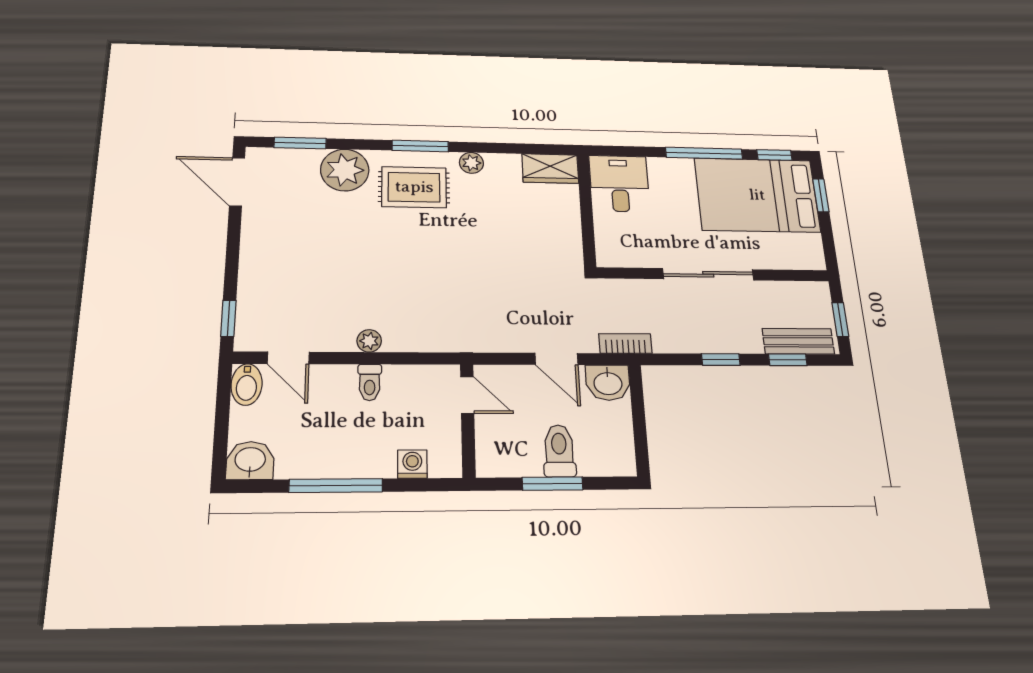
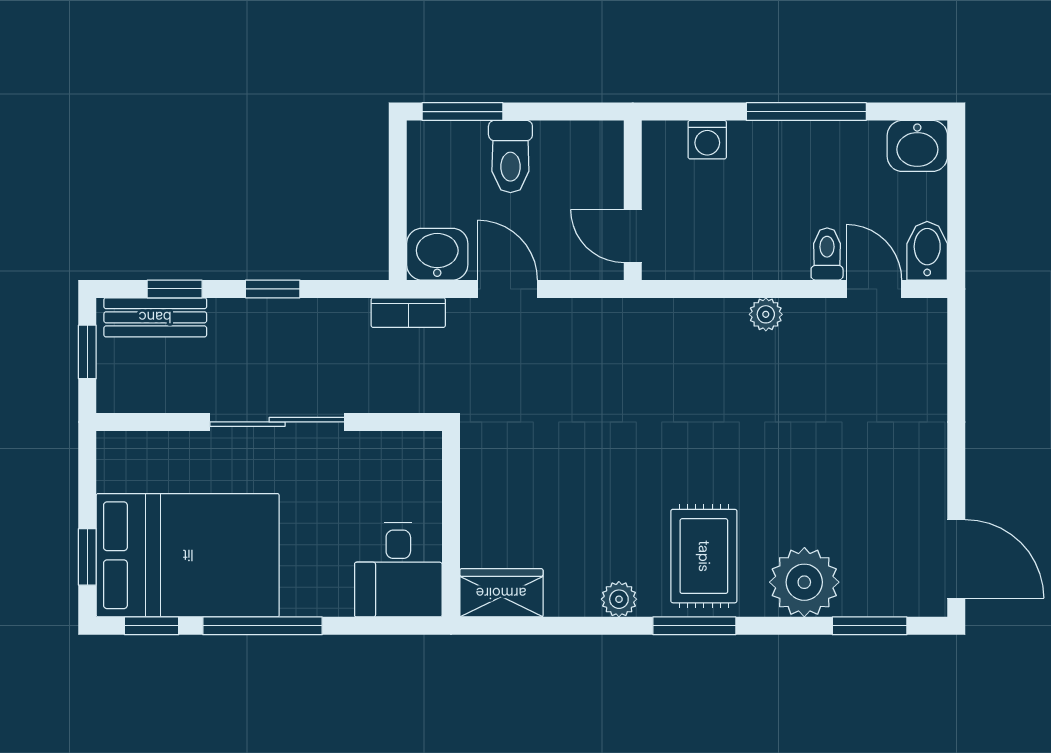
rug: (414, 187) -> (704, 556), turned 90
window: (228, 318) -> (956, 346), removed
toilet: (370, 382) -> (827, 254), moved
window: (553, 484) -> (462, 112), moved

